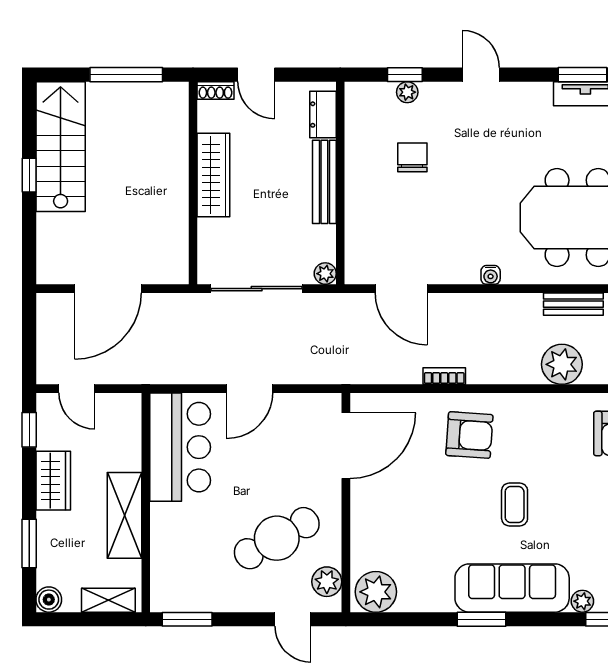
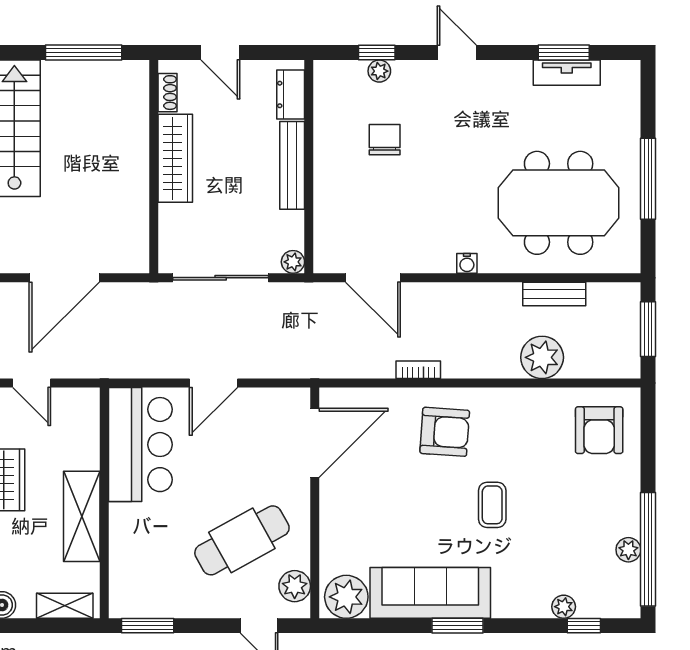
shoe rack: (215, 90) -> (168, 93), moved, turned -90
sofa: (512, 588) -> (430, 593), moved

